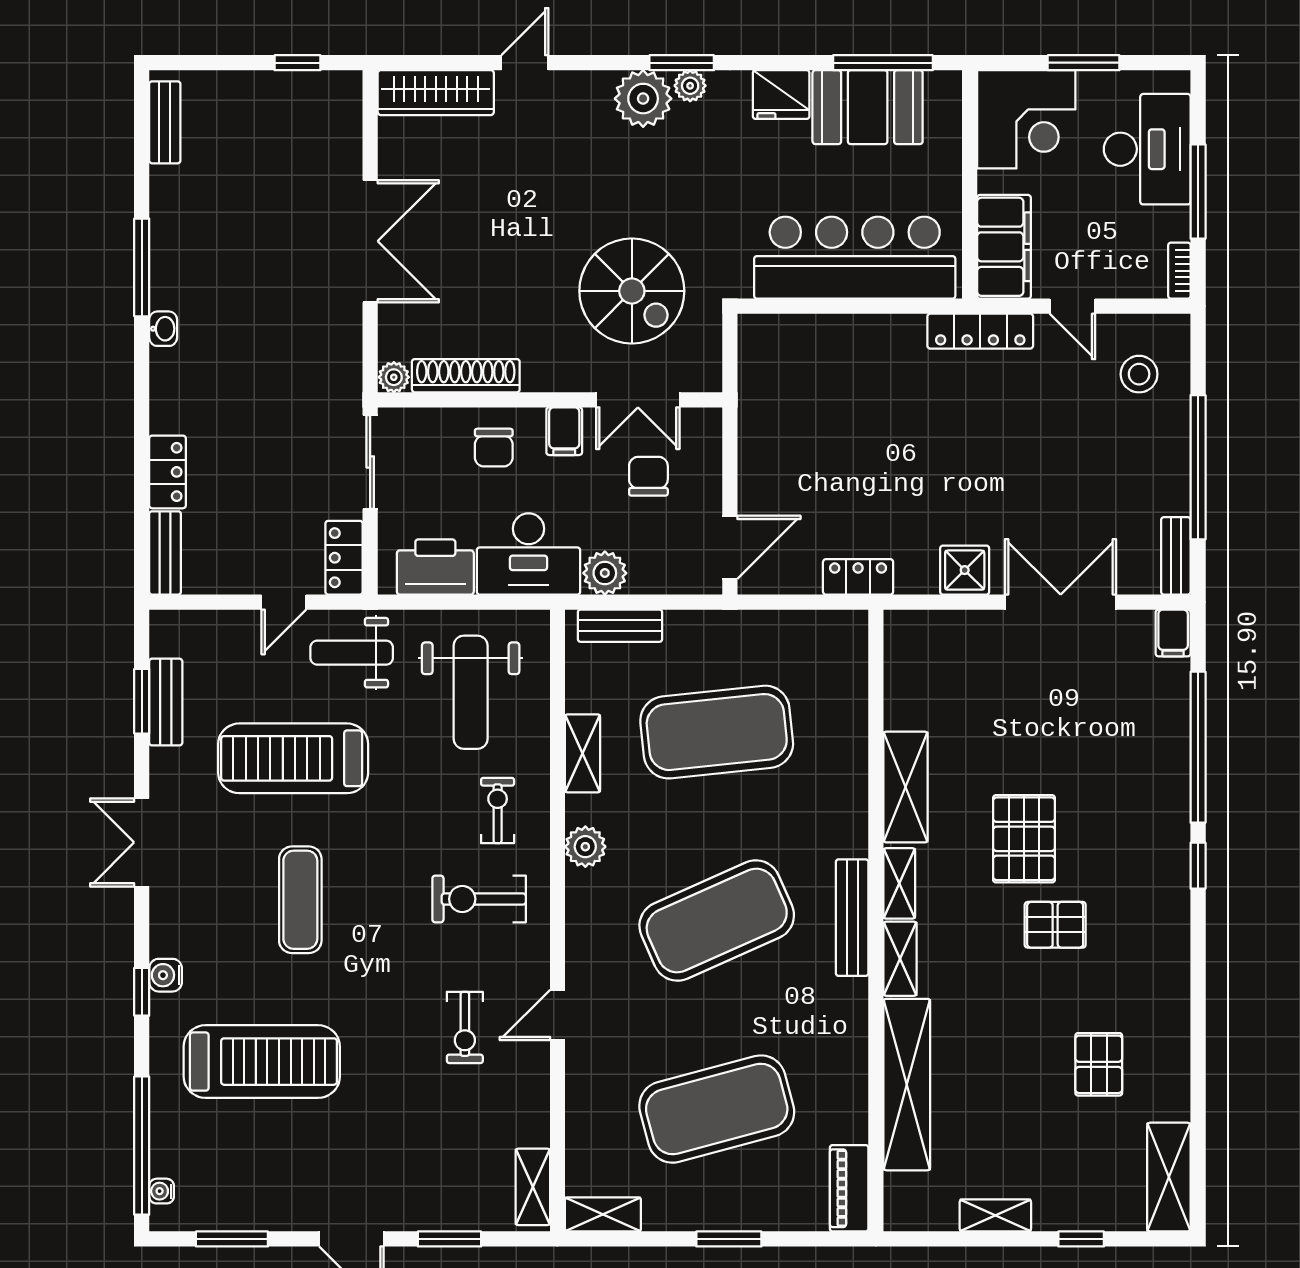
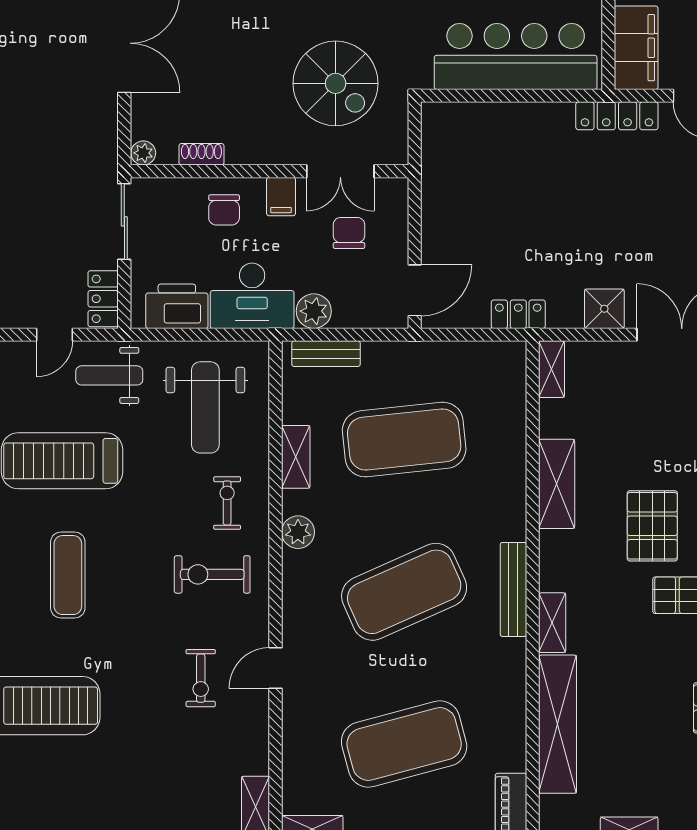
shoe rack: (466, 376) -> (201, 154), width x0.51, depth x0.81
shelving: (899, 883) -> (552, 369), moved

